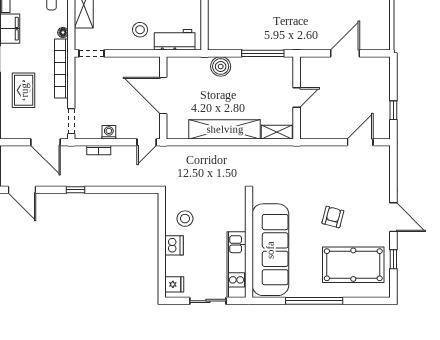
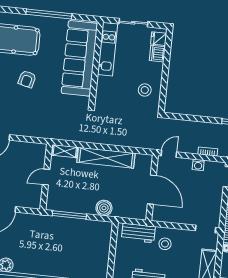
dishwasher: (174, 245) -> (157, 54), moved

